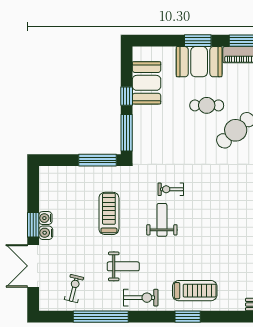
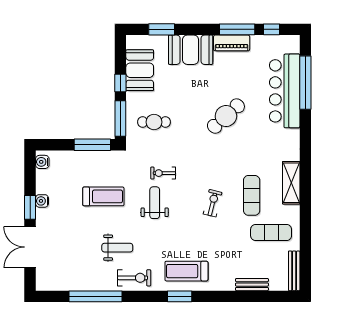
window: (198, 41) -> (162, 29), moved
cafe table: (207, 105) -> (154, 122), moved
treadmill: (109, 213) -> (103, 196), turned 90
water cooler: (46, 233) -> (42, 162), moved
exercise bike: (74, 289) -> (213, 203), moved
treadmill: (195, 291) -> (186, 271), turned 180

